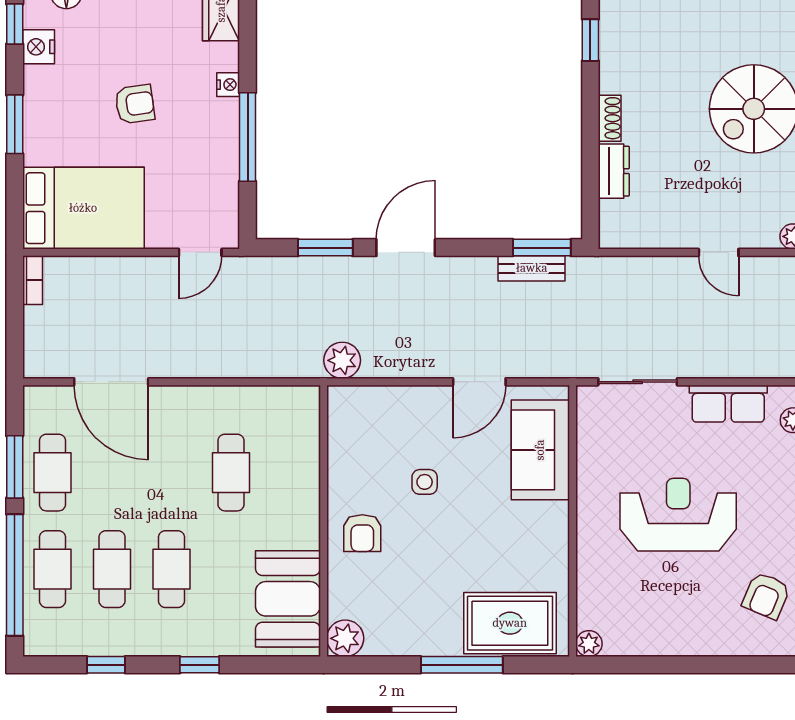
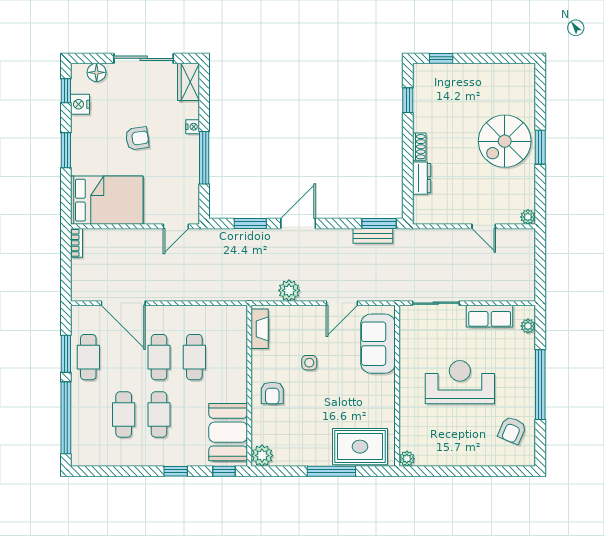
plant: (342, 360) -> (289, 290), moved
fireplace: (341, 425) -> (260, 329), added
cafe table: (53, 569) -> (159, 357), moved
window: (106, 665) -> (224, 471), moved

